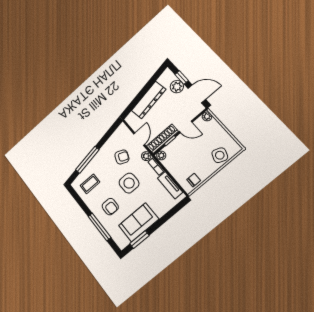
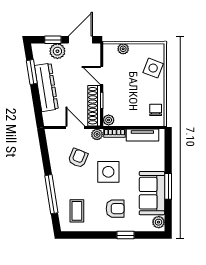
window: (150, 83) -> (32, 72), added
plant: (207, 116) -> (123, 49), moved
door: (186, 127) -> (102, 76), swing flipped
window: (99, 227) -> (126, 235), width x0.46
window: (139, 240) -> (168, 186), moved
plant: (124, 242) -> (159, 222), added

